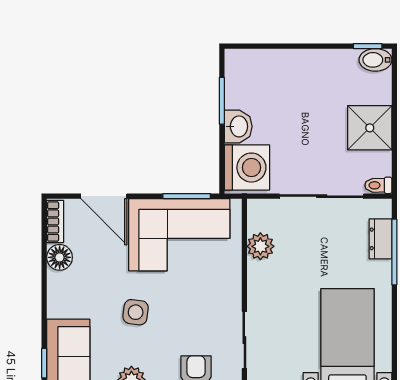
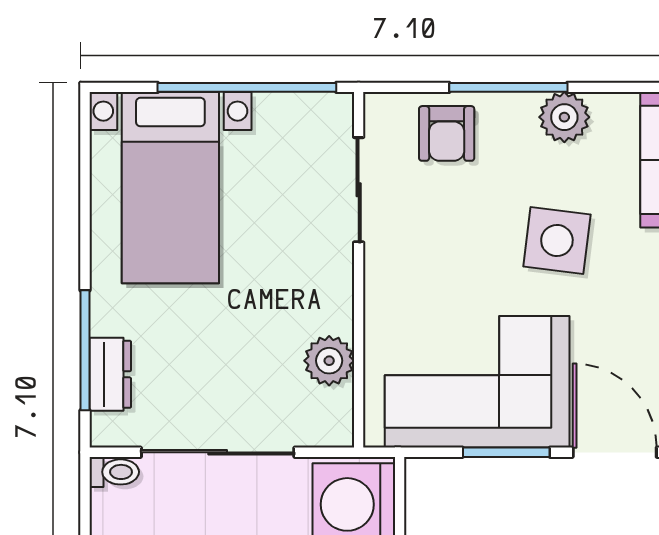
window: (187, 196) -> (506, 452), moved
side table: (136, 312) -> (557, 241), width x1.37, depth x1.37

